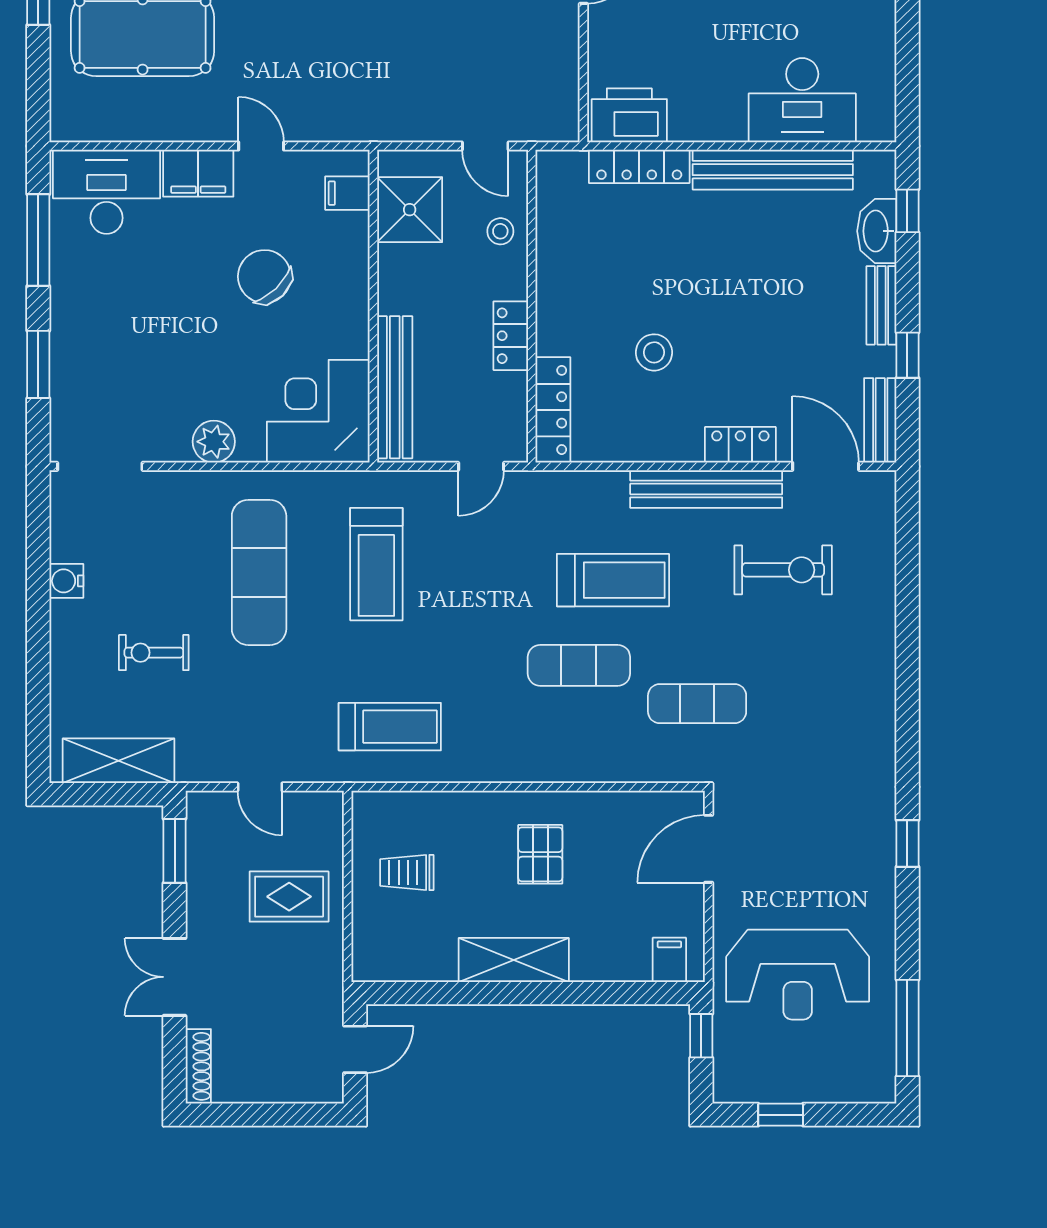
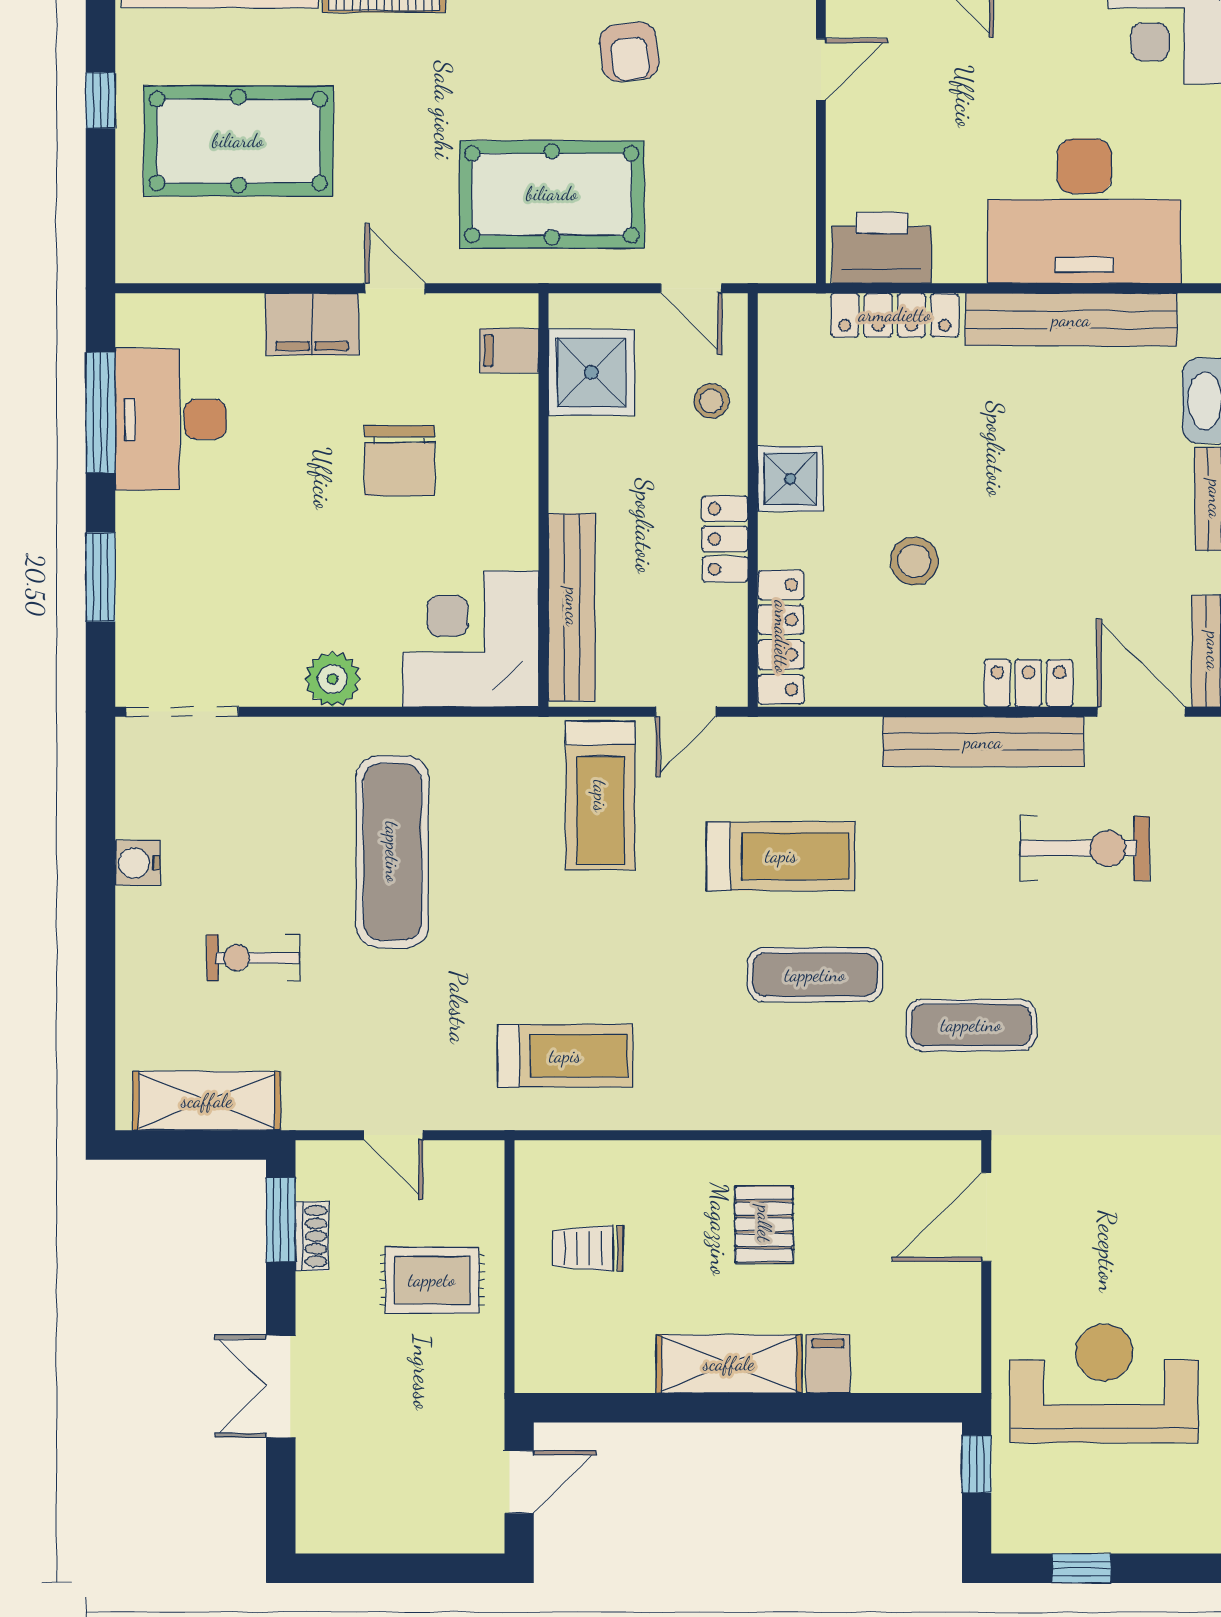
pool table: (380, 75) -> (552, 194), added
desk: (802, 100) -> (1084, 211), width x1.36, depth x1.30
desk: (107, 192) -> (171, 419), moved, turned -90
chair: (264, 277) -> (399, 461), turned -136
shower: (560, 290) -> (790, 479), added
treadmill: (376, 564) -> (600, 796), moved
treadmill: (613, 580) -> (781, 856), moved
filing cabinet: (669, 960) -> (828, 1364), moved
reception desk: (798, 975) -> (1104, 1383), turned 180
shoe rack: (198, 1066) -> (312, 1236), moved, width x0.70

